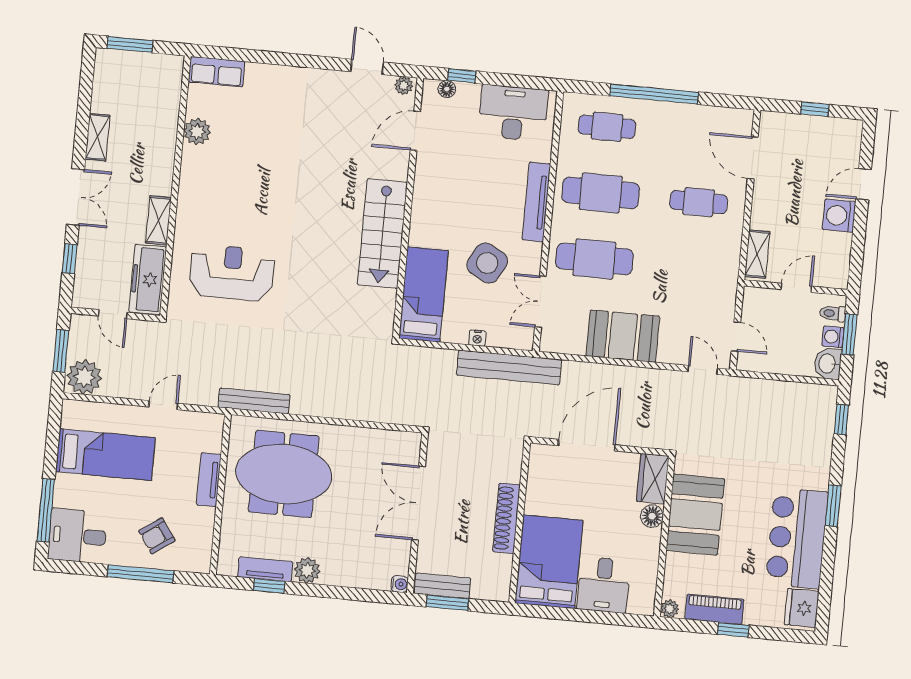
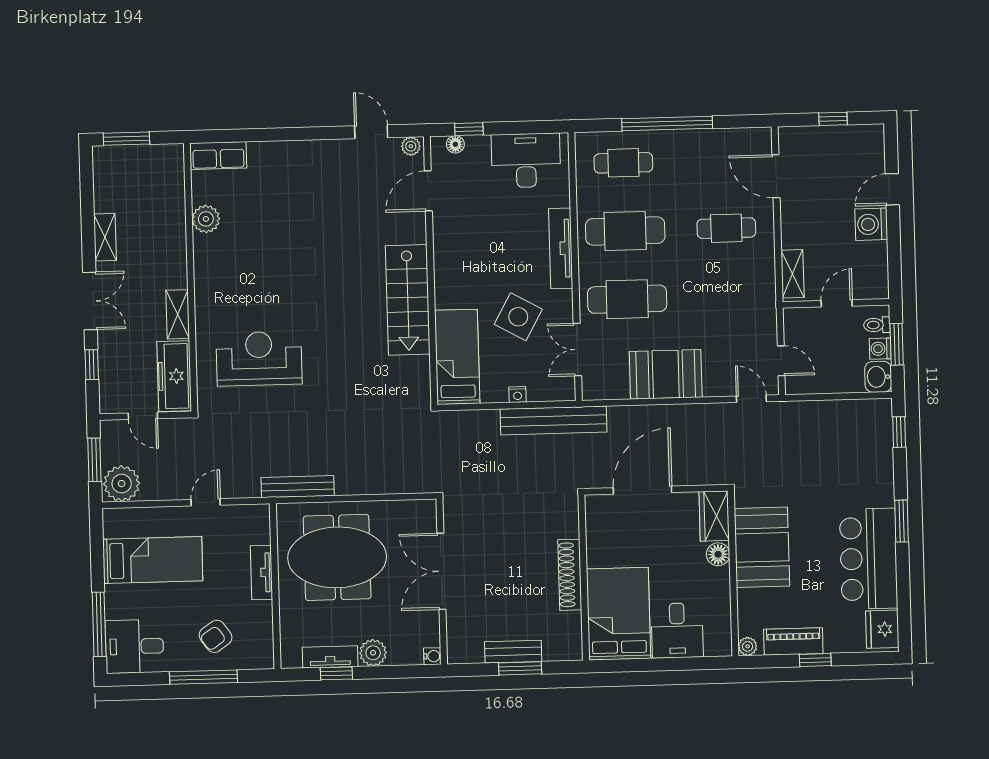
double door: (418, 503) -> (441, 571), moved
wall: (417, 513) -> (442, 582), moved
water cooler: (400, 584) -> (432, 656), moved

